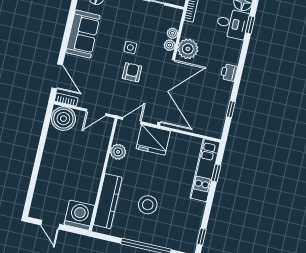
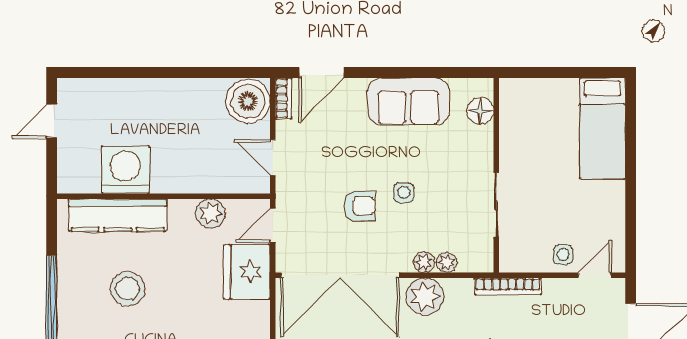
door: (132, 121) -> (273, 225), swing flipped
washing machine: (79, 215) -> (125, 170), moved, turned -90

